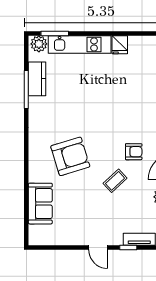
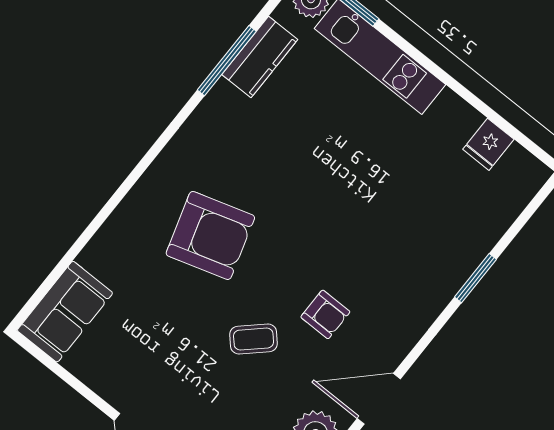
fridge: (120, 45) -> (488, 144), moved
sofa: (40, 204) -> (65, 312), moved

